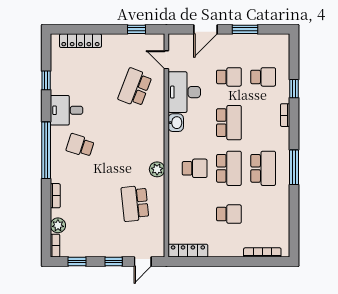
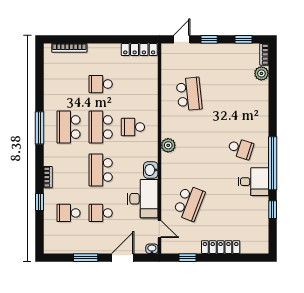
washbasin: (174, 39) -> (152, 249), added
locker: (80, 41) -> (221, 247), moved
window: (46, 150) -> (273, 163), moved
plant: (157, 169) -> (168, 145), moved
bookcase: (55, 196) -> (264, 101), removed

